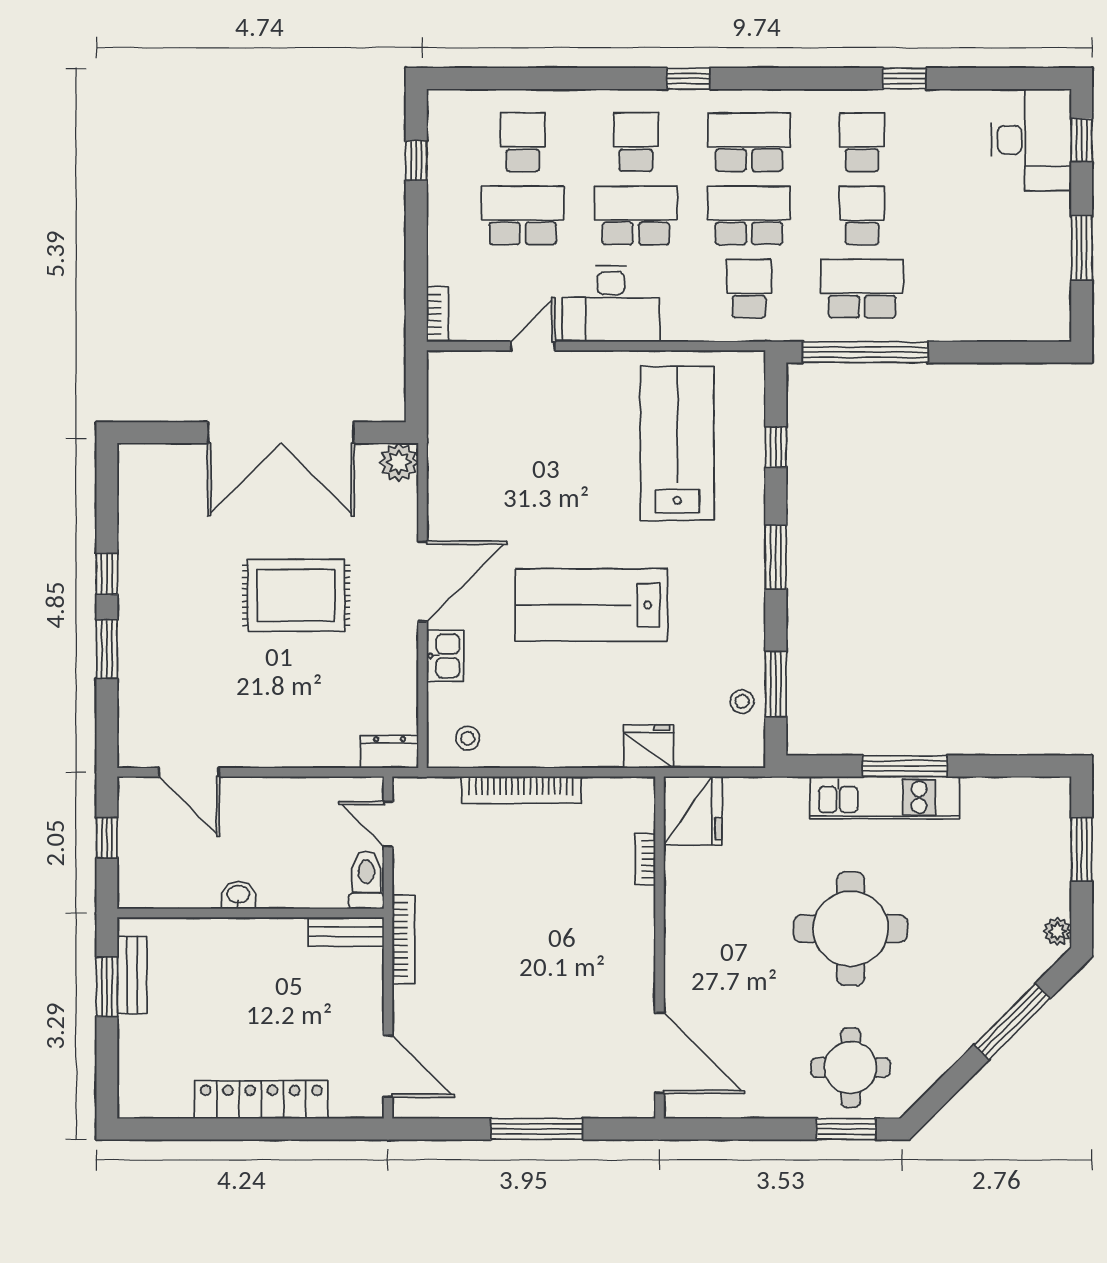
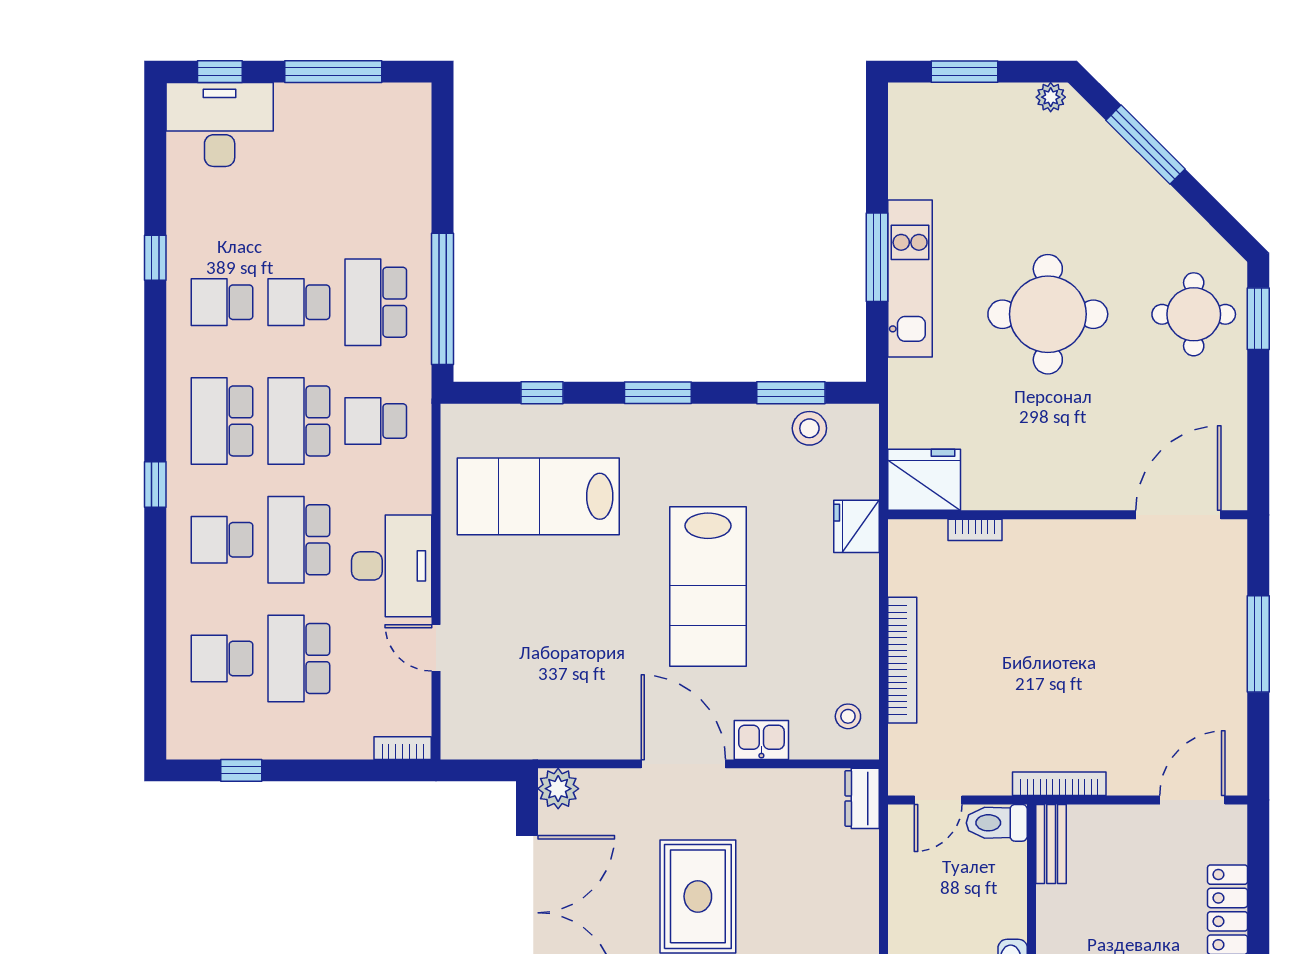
window: (1082, 248) -> (333, 72), width x1.44
stool: (742, 702) -> (809, 428), width x1.37, depth x1.37

